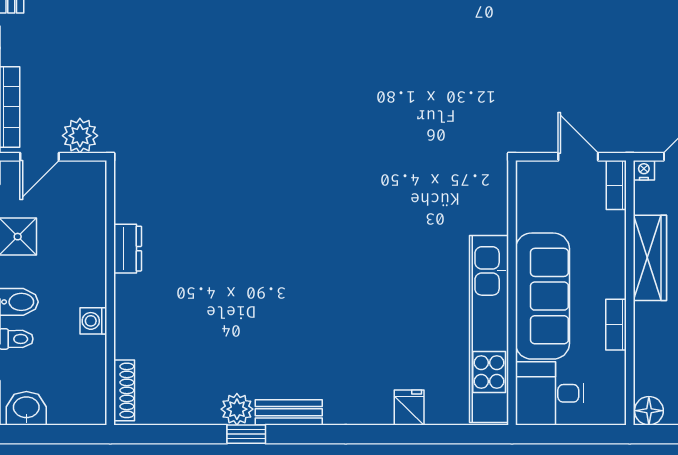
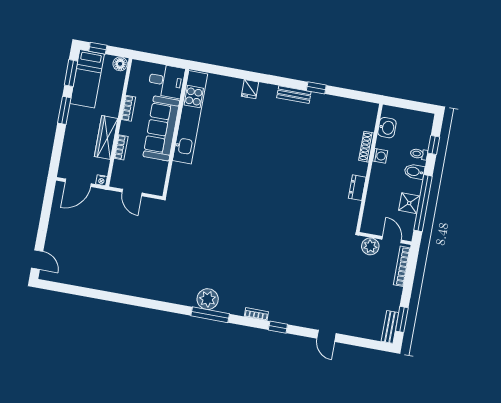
door: (39, 157) -> (392, 240), hinge flipped
bookcase: (616, 185) -> (121, 147), moved
shoe rack: (124, 390) -> (366, 147), moved
fridge: (409, 407) -> (250, 89), moved
washbasin: (26, 408) -> (387, 128), moved, turned -90
plant: (237, 409) -> (319, 101), removed

